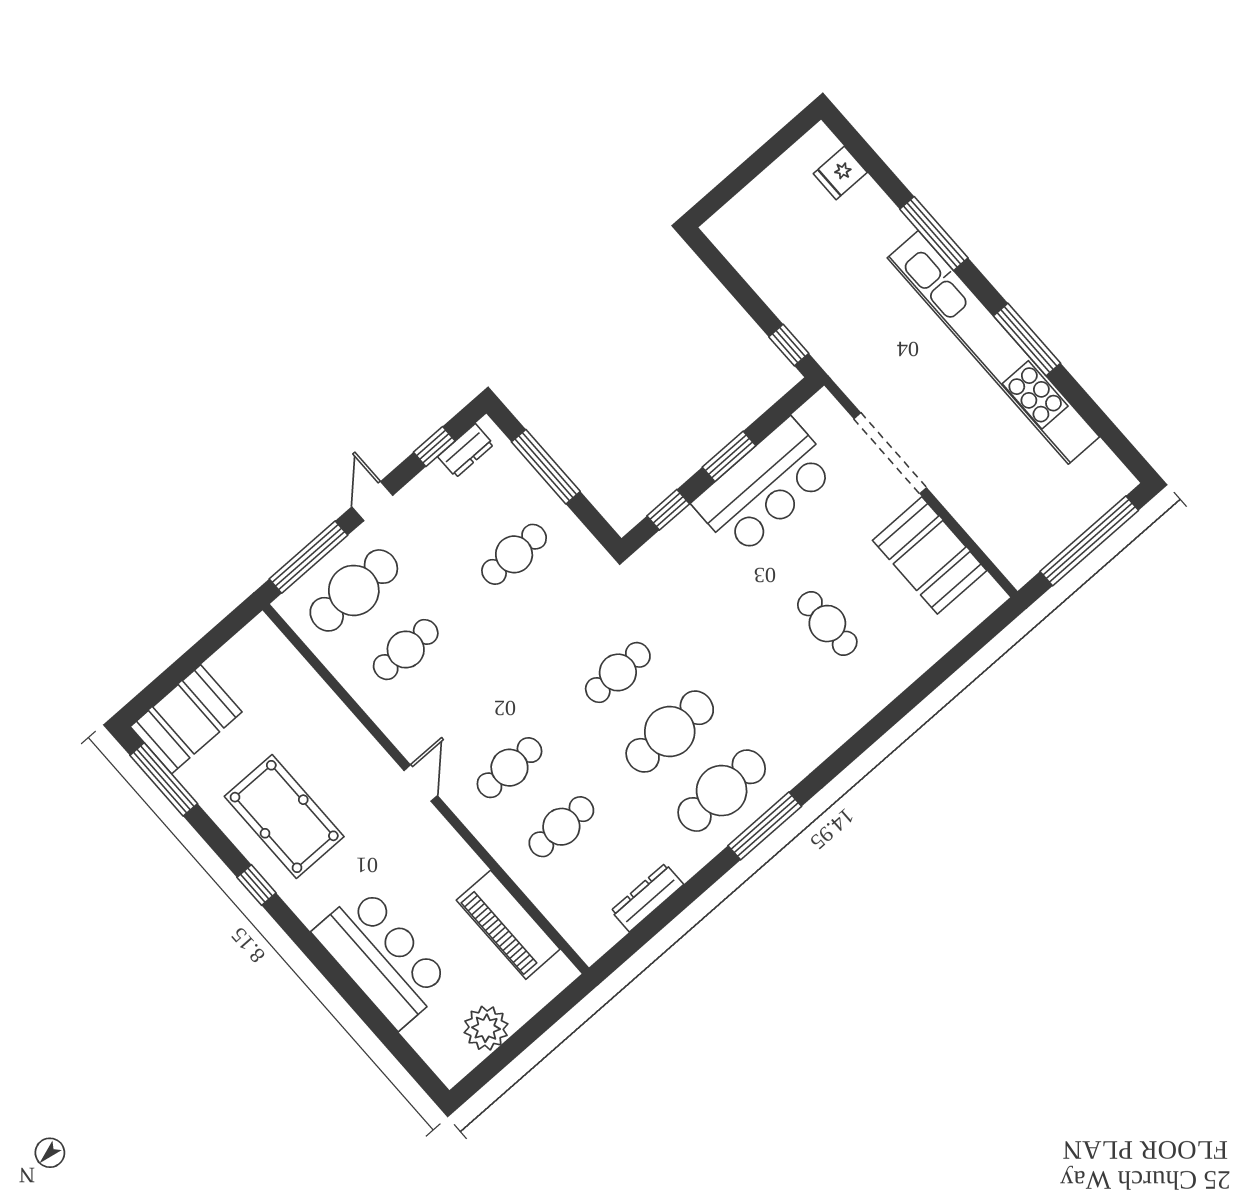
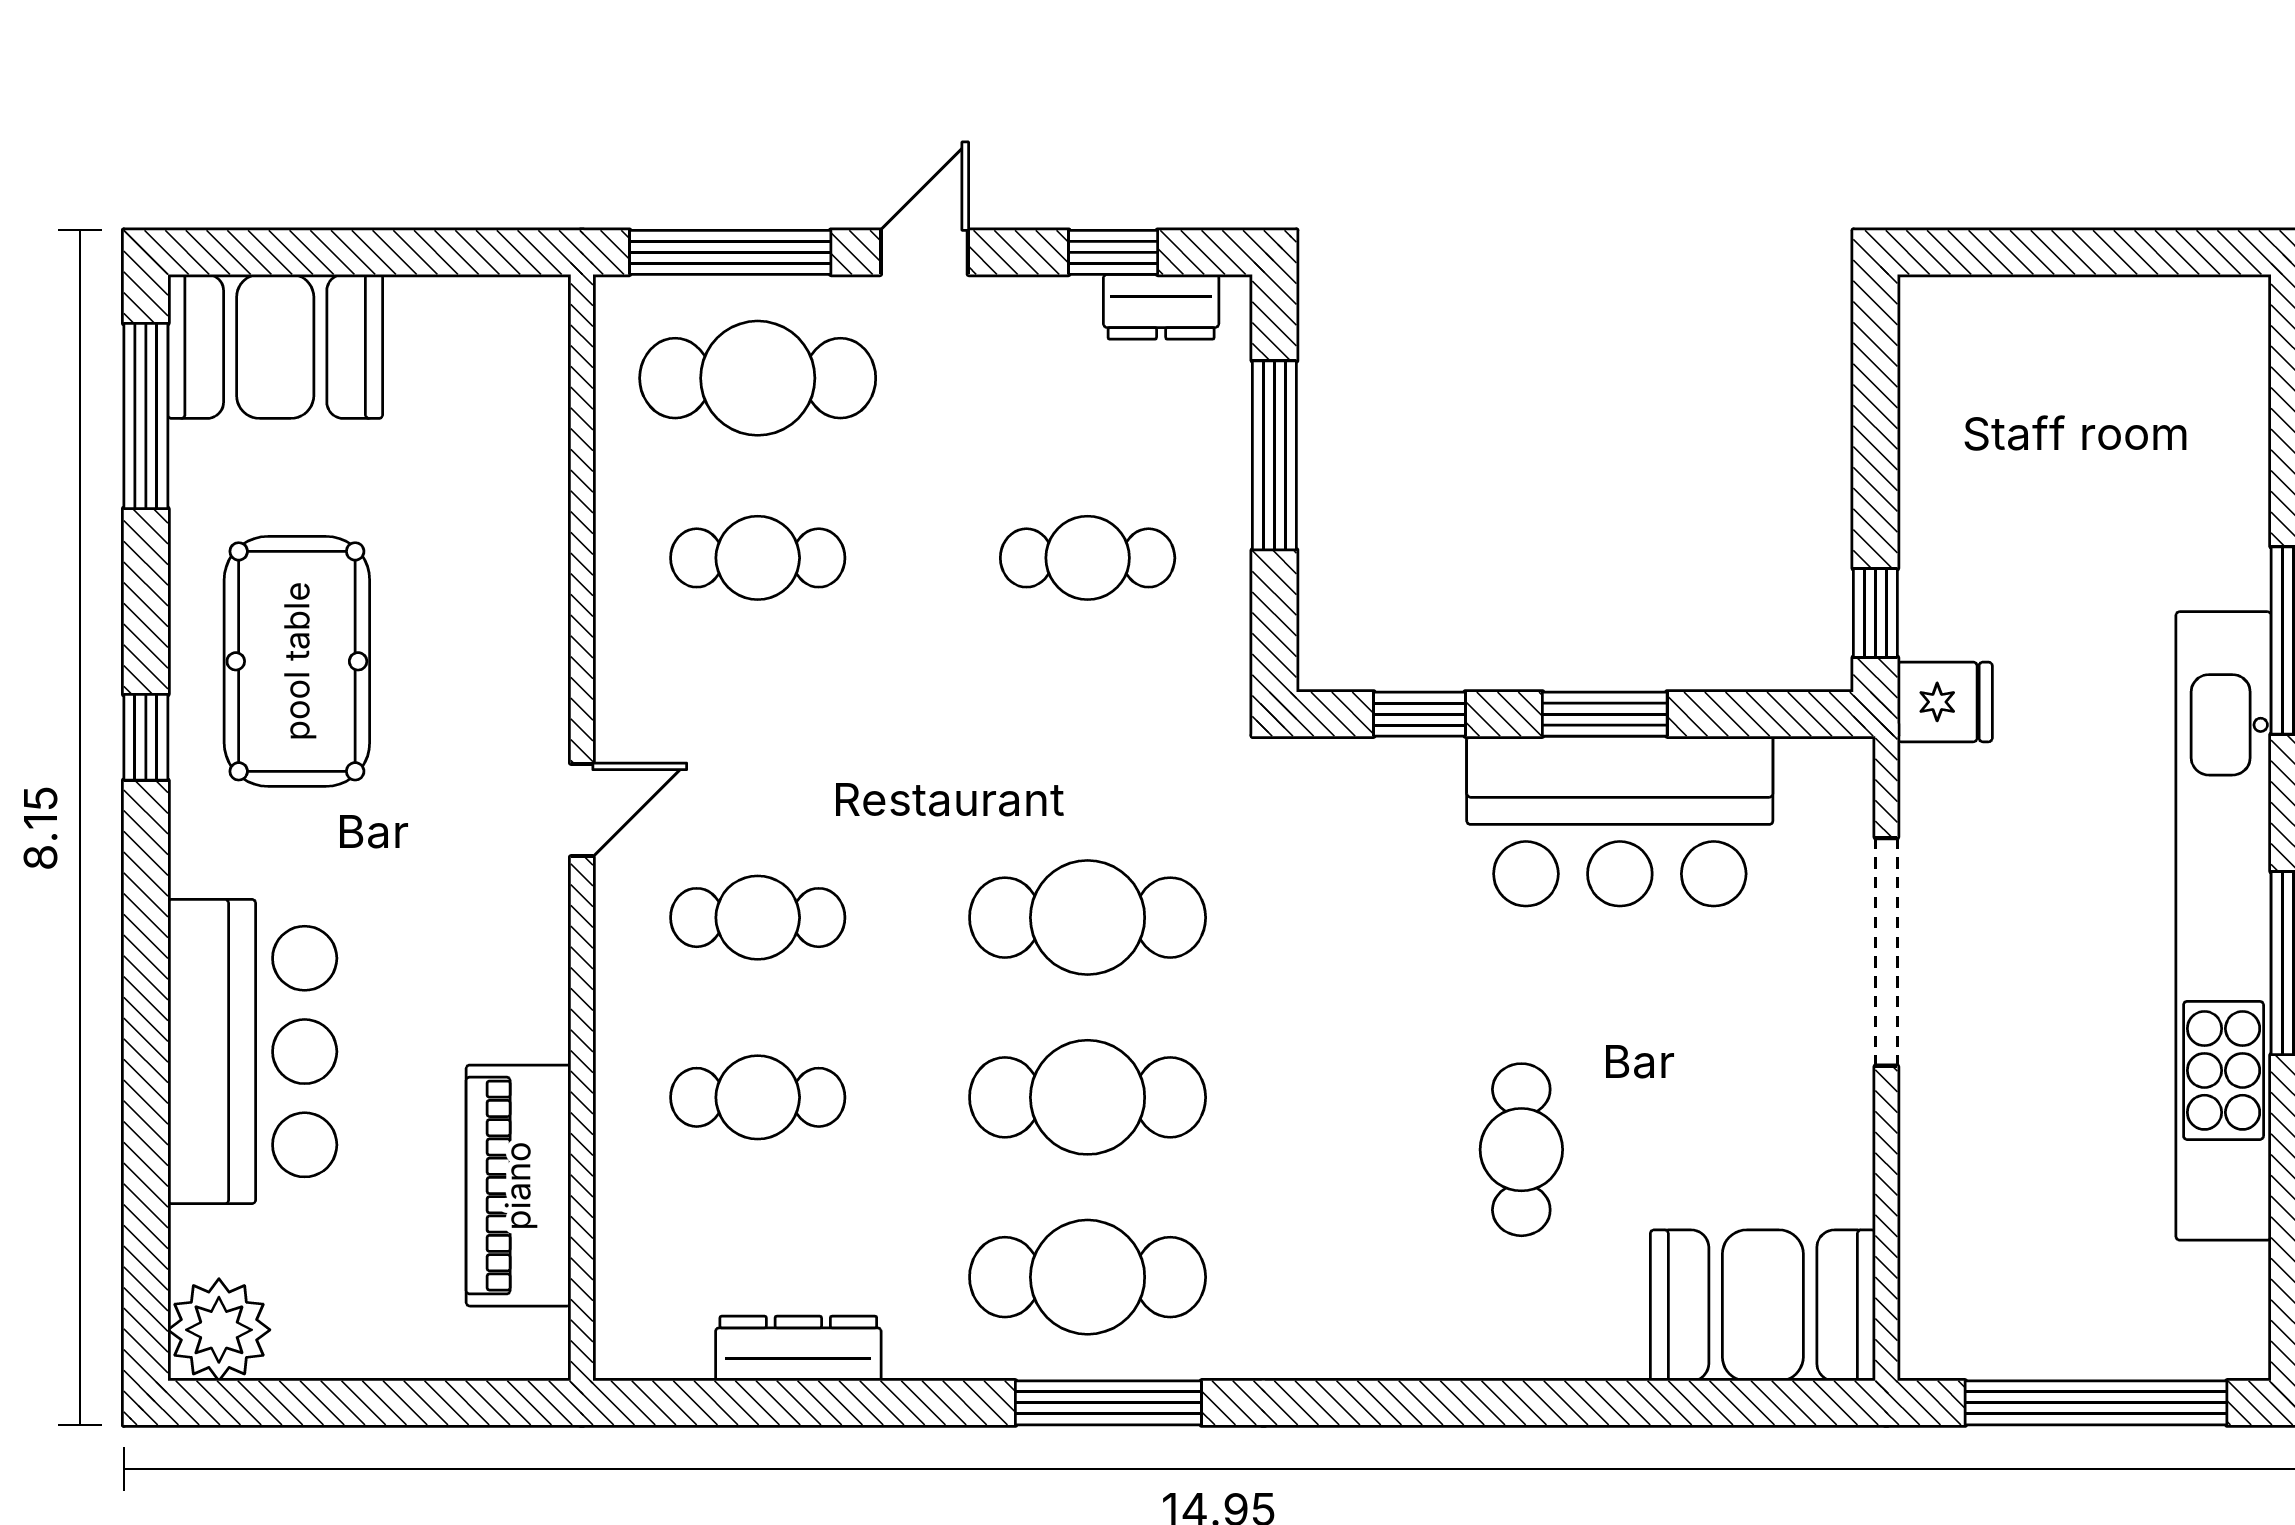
fridge: (840, 173) -> (1945, 702), moved, turned 180
booth: (930, 555) -> (1763, 1305), moved, turned 90
cafe table: (618, 672) -> (1088, 918), width x1.37, depth x1.35
plant: (486, 1028) -> (219, 1330), moved

